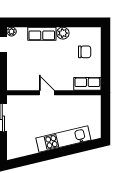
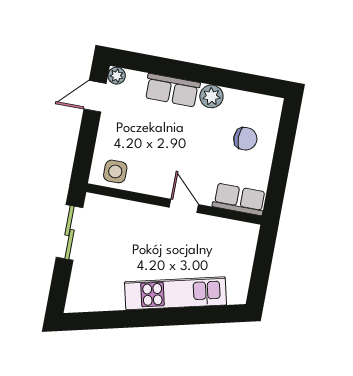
side table: (20, 81) -> (115, 171), added
door: (47, 93) -> (184, 206), moved

